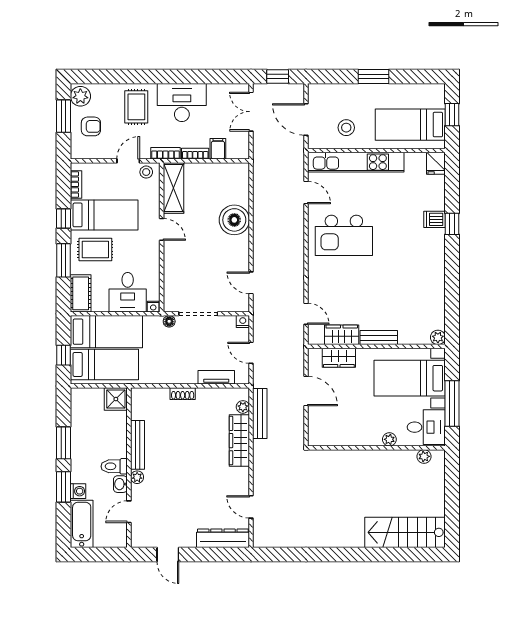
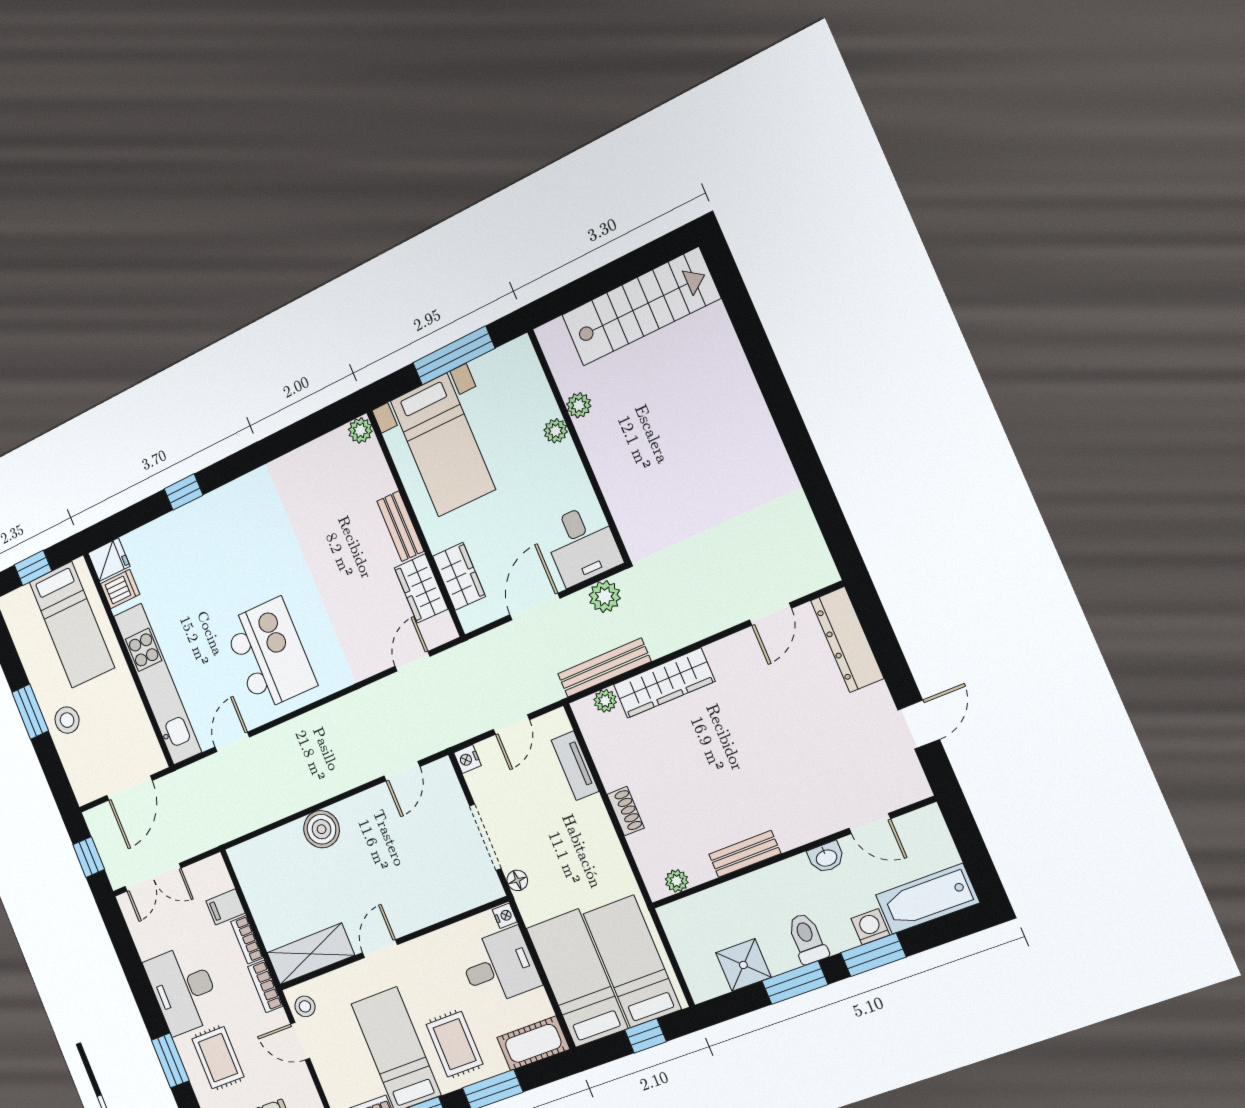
window: (145, 77) -> (170, 1060), added
rug: (136, 107) -> (218, 1058), turned 90
stool: (346, 128) -> (67, 720), moved
dishwasher: (435, 219) -> (120, 589), moved, turned -90
boiler: (234, 220) -> (322, 829), width x0.73, depth x0.73
shower: (116, 399) -> (743, 965), moved
desk: (426, 427) -> (582, 544), moved, turned 180
plant: (295, 429) -> (605, 596), added
bench: (138, 445) -> (745, 854), width x0.73
plant: (424, 456) -> (579, 405), moved
toilet: (114, 466) -> (807, 938), moved, turned 180
plant: (137, 477) -> (677, 881), moved
stairs: (405, 532) -> (641, 307), moved, turned -90

